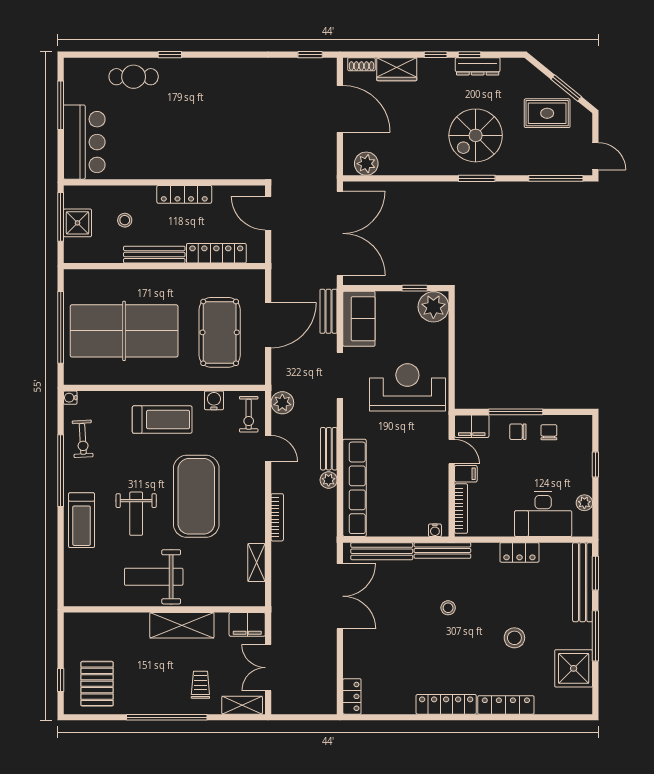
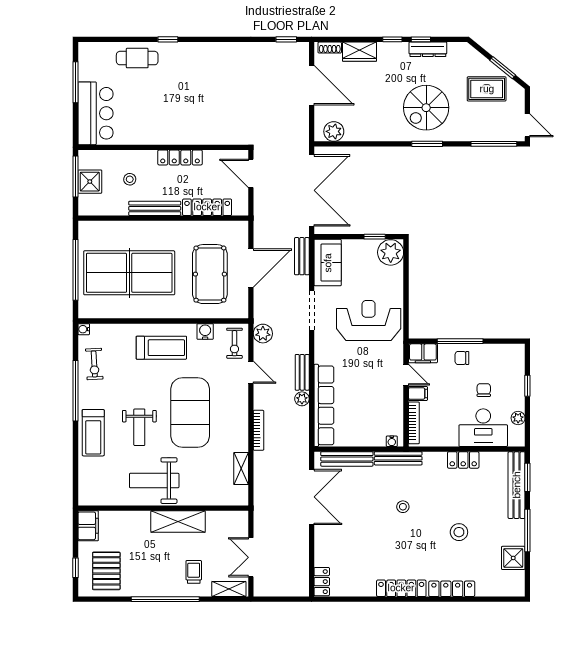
chair: (549, 432) -> (484, 390), moved
filing cabinet: (247, 624) -> (88, 526), moved, turned -90
shower: (574, 668) -> (513, 558), width x0.73, depth x0.73

